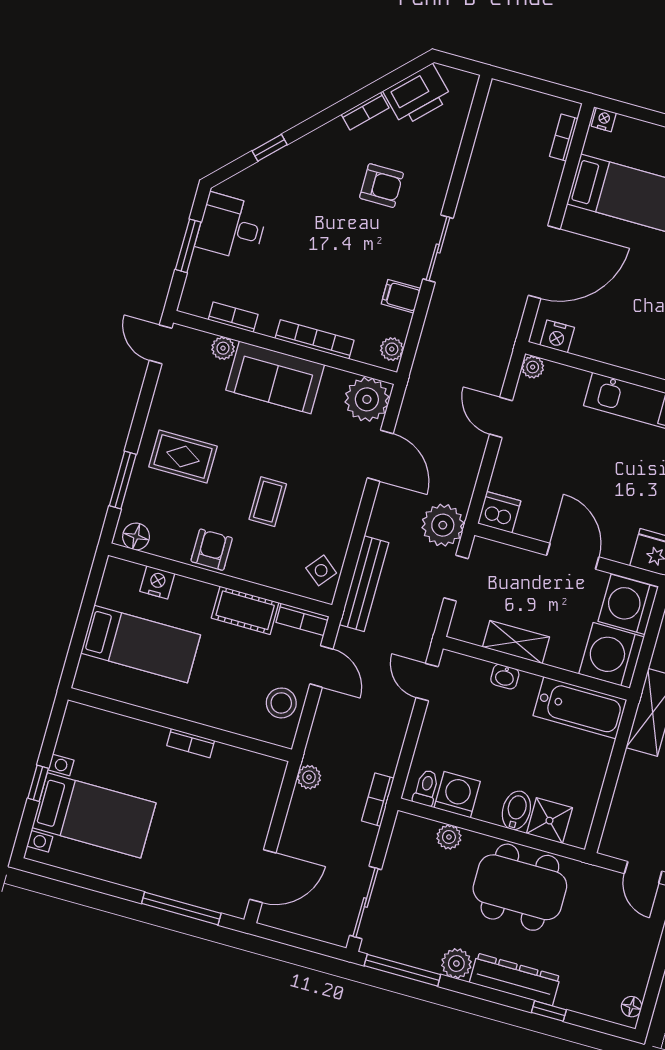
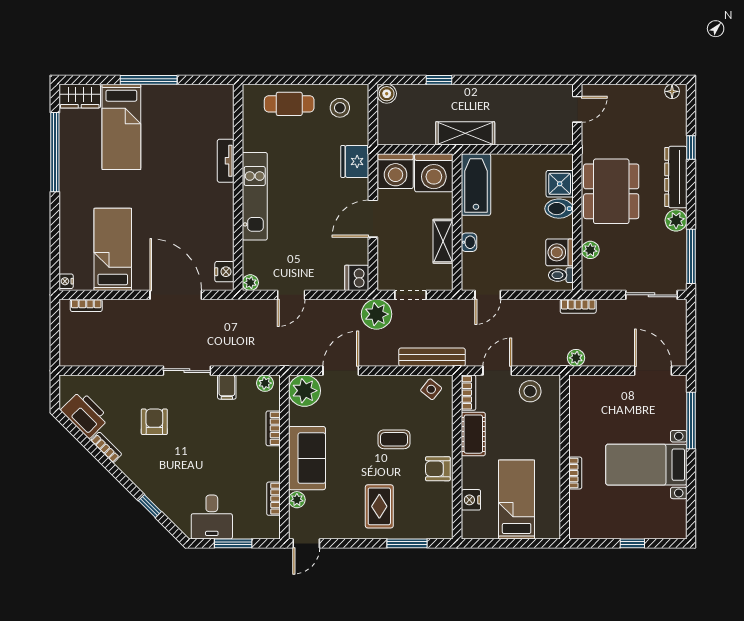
bookcase: (315, 339) -> (273, 428), width x0.64
floor lamp: (136, 537) -> (443, 523), removed
bookcase: (191, 743) -> (575, 473), moved
bed with nightstands: (94, 815) -> (646, 465), moved, turned -90

